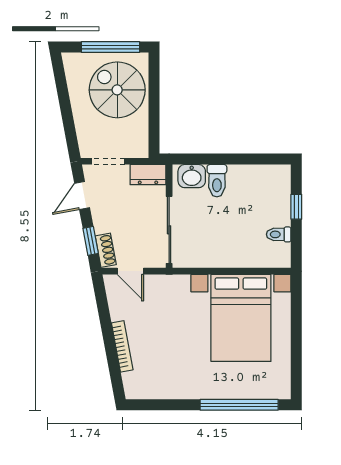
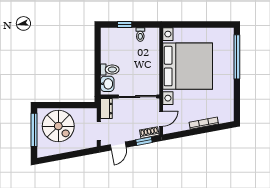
spiral stairs: (117, 90) -> (58, 126), turned -90
door: (82, 195) -> (118, 146), hinge flipped
bed with nightstands: (241, 318) -> (188, 66), width x1.36

